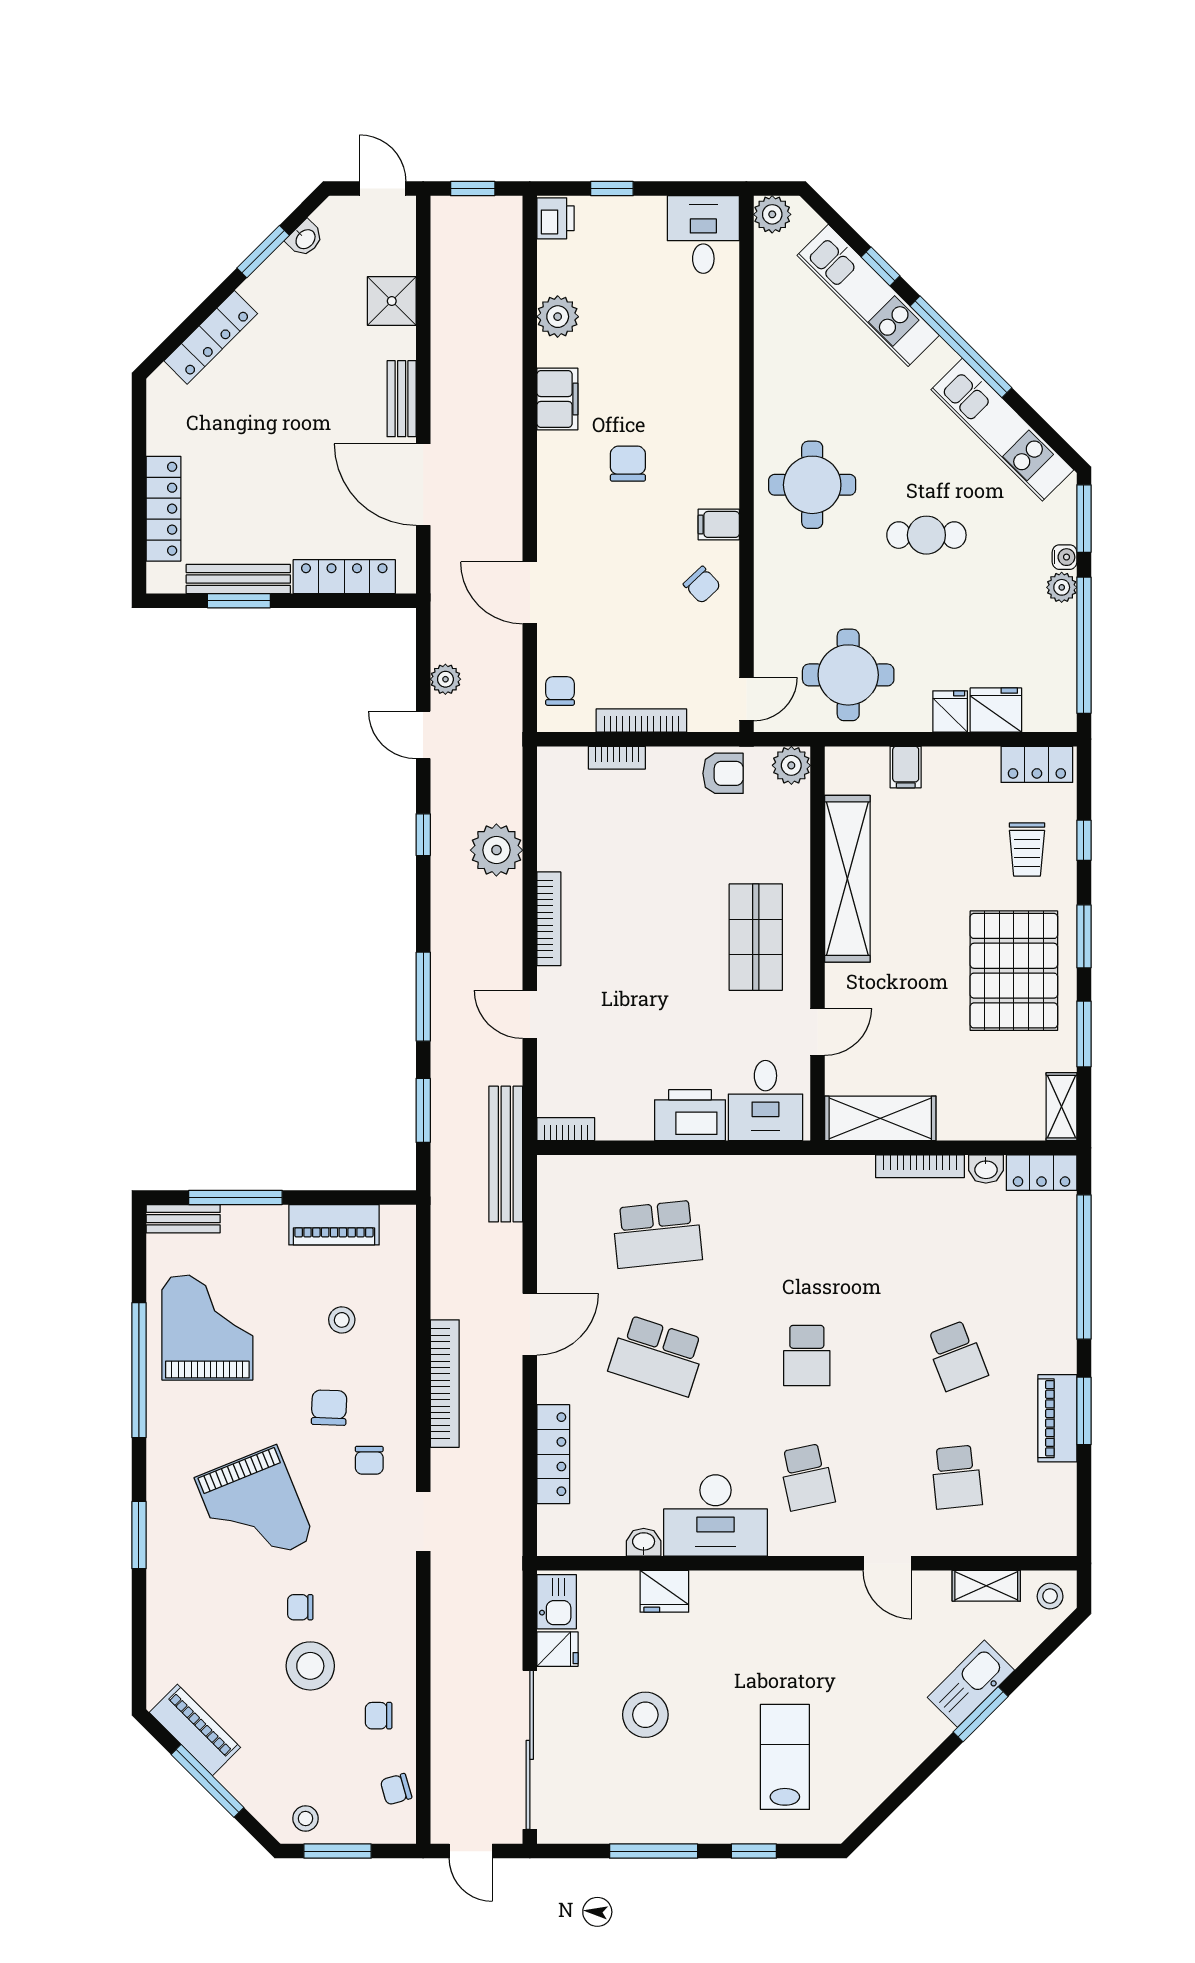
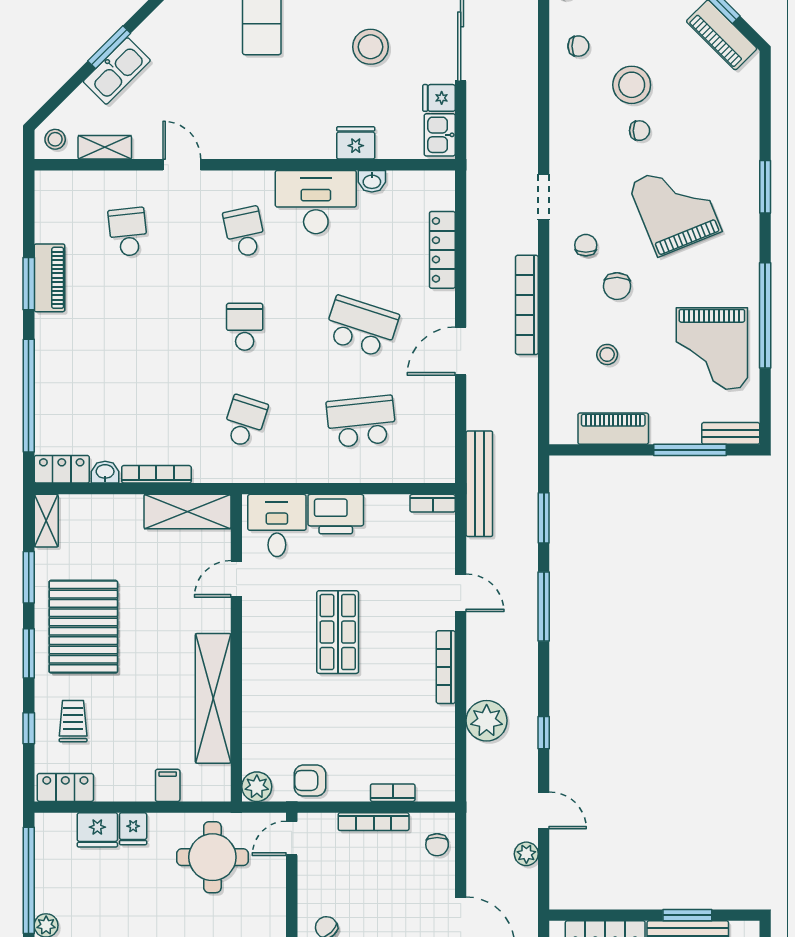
shop shelf: (756, 937) -> (338, 632), moved
school desk: (956, 1356) -> (245, 421), moved, turned 39

